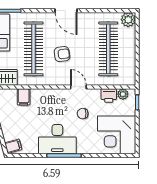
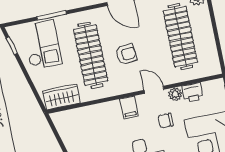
plant: (123, 94) -> (175, 94), moved
filing cabinet: (24, 97) -> (129, 107), moved

